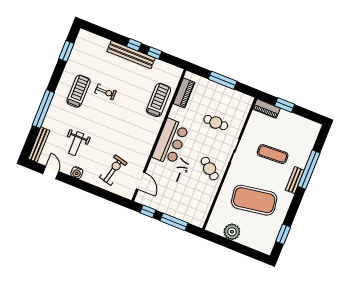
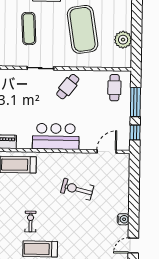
cafe table: (216, 123) -> (114, 88), moved
weight bench: (76, 144) -> (94, 231), removed
exercise bike: (113, 170) -> (77, 189), moved

